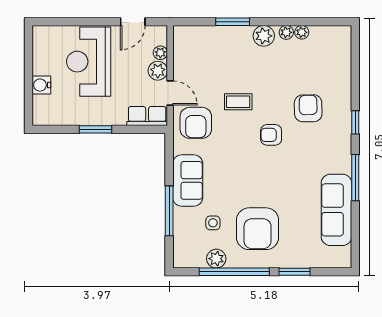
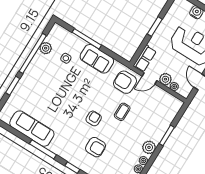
armchair: (258, 229) -> (48, 80), removed

